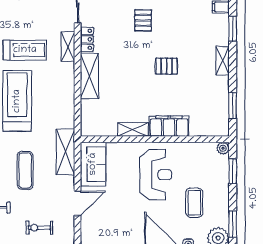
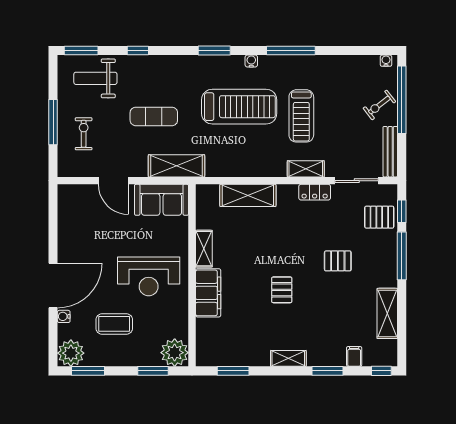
shelving: (89, 76) -> (248, 195), moved
plant: (223, 148) -> (175, 353), width x1.87, depth x1.87

